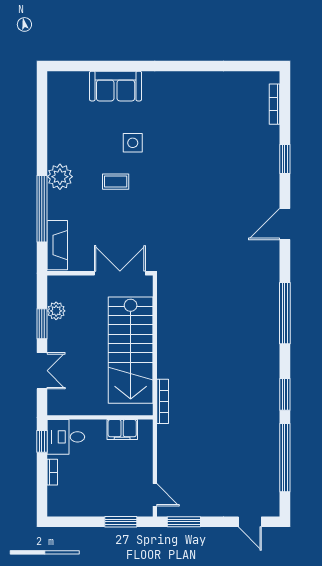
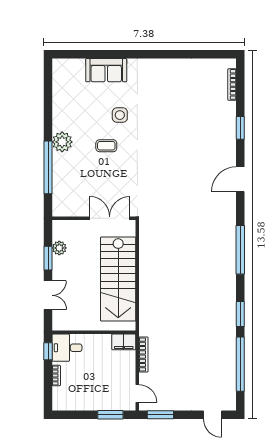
fireplace: (57, 245) -> (60, 196), removed
bookcase: (163, 401) -> (143, 355), moved
filing cabinet: (122, 430) -> (124, 342), moved

